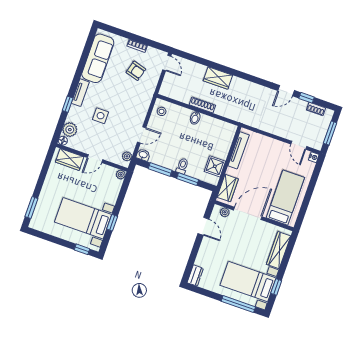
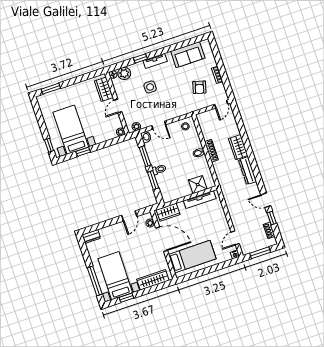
sofa: (98, 58) -> (188, 55), width x0.73
dresser: (246, 86) -> (247, 171), added
door: (95, 159) -> (118, 106), hinge flipped
shower: (215, 166) -> (198, 185), moved

